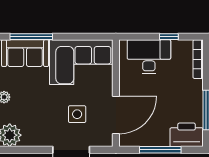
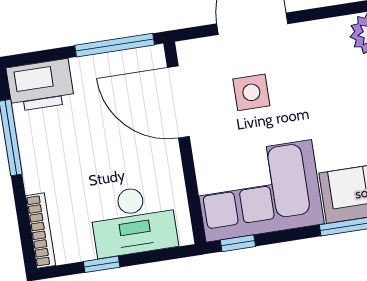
window: (96, 37) -> (238, 243), added
door: (116, 115) -> (178, 102), hinge flipped
window: (160, 150) -> (115, 45), moved

